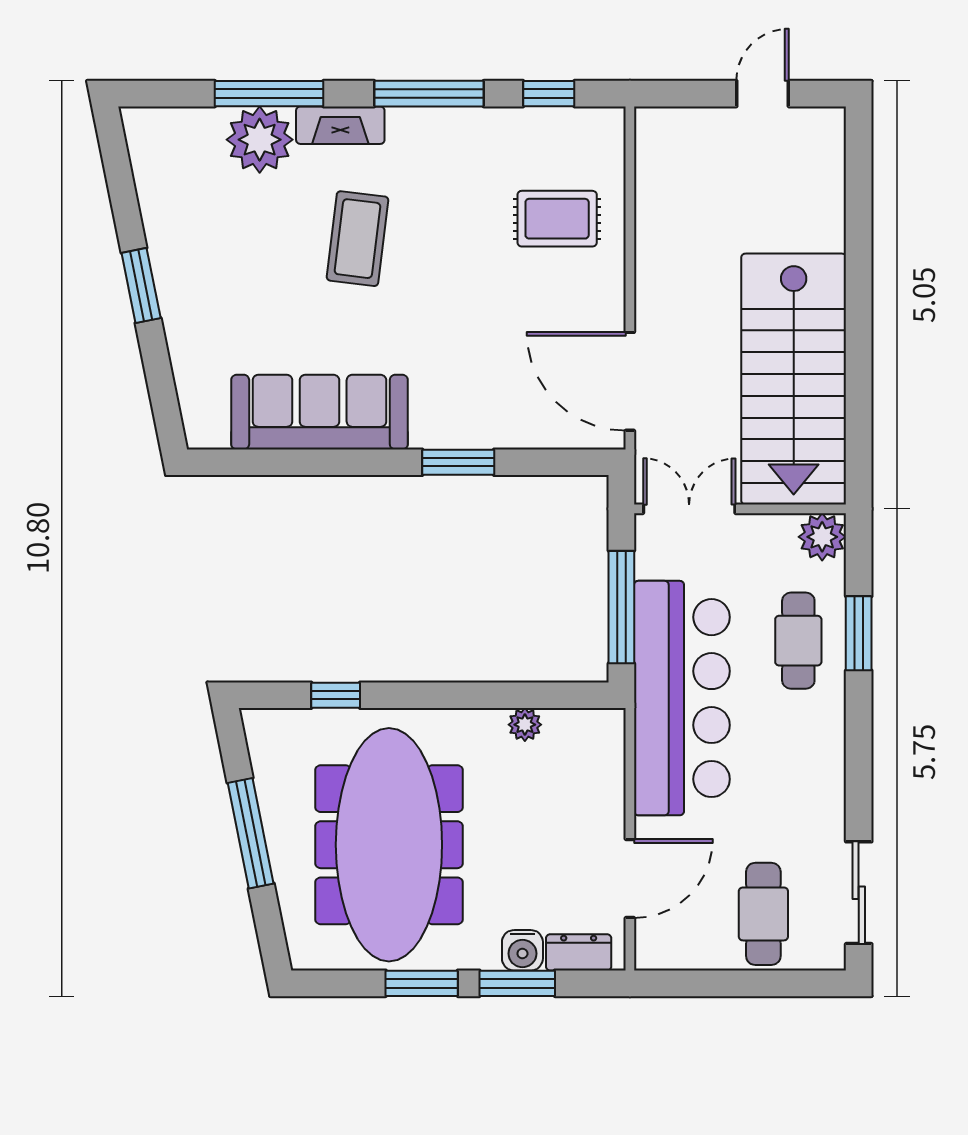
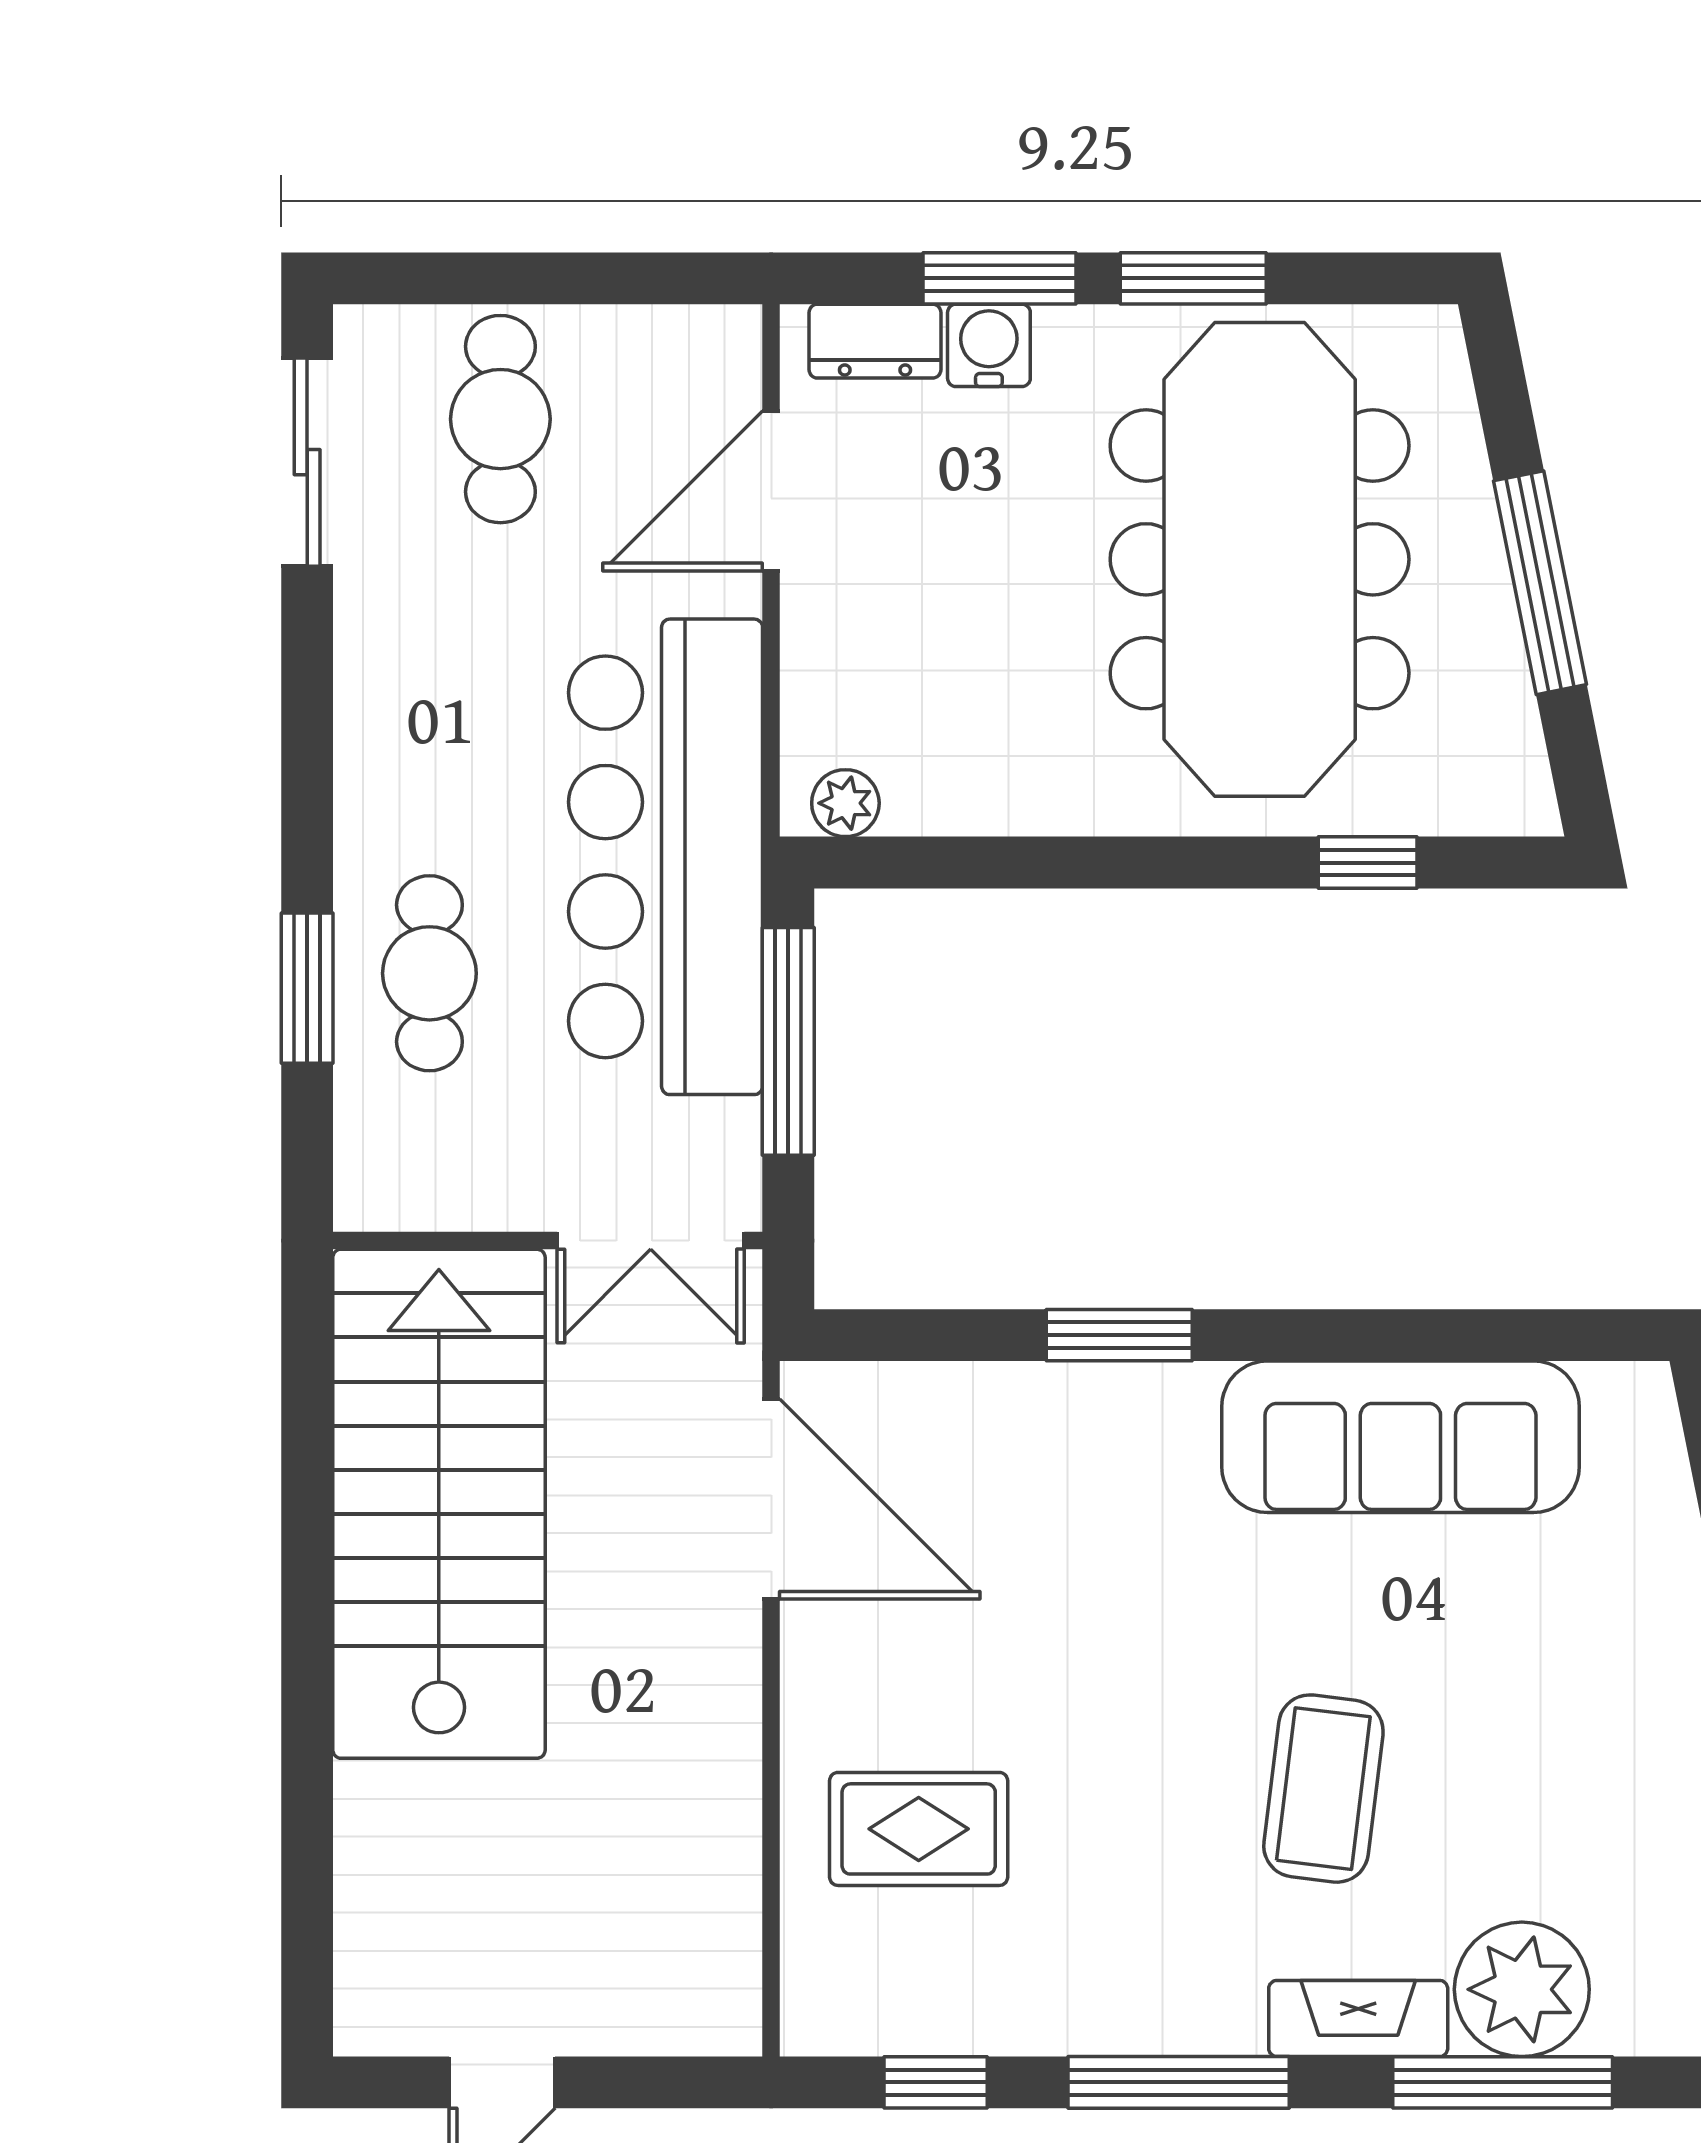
plant: (822, 537) -> (381, 1184), removed
plant: (525, 725) -> (845, 803), moved

